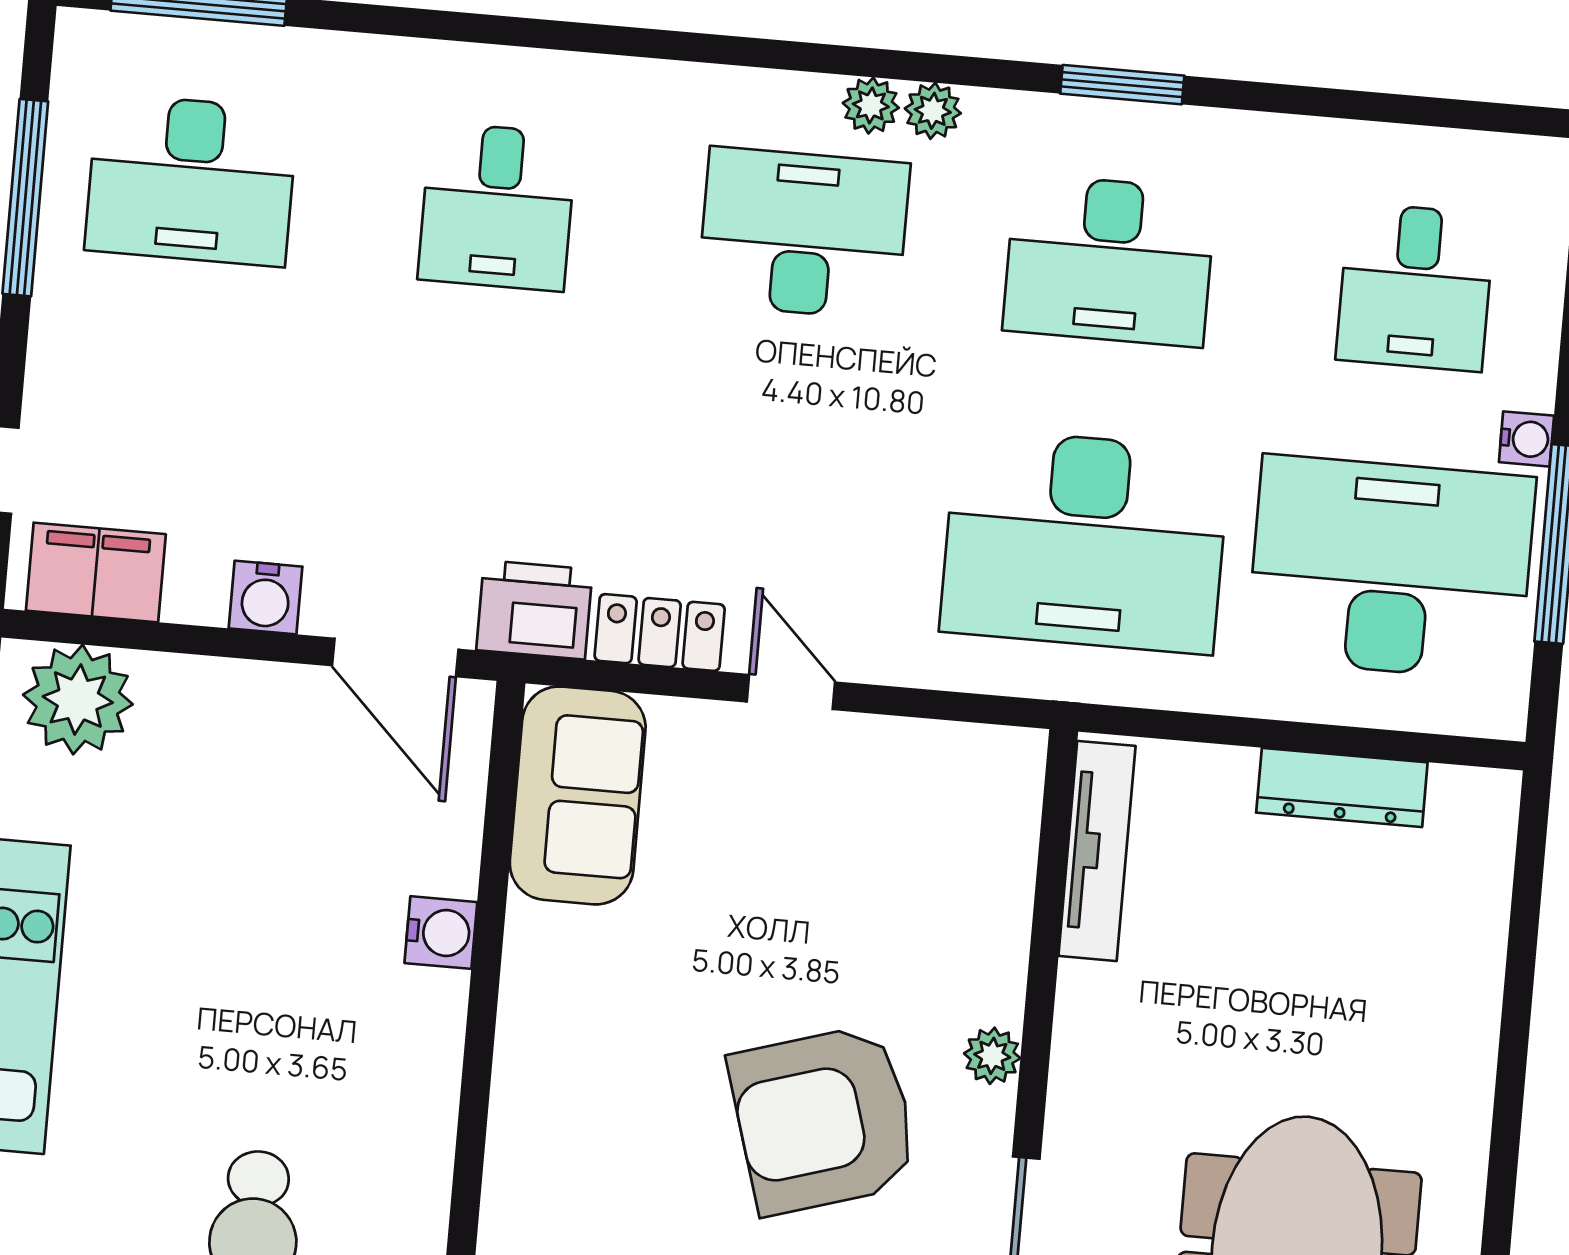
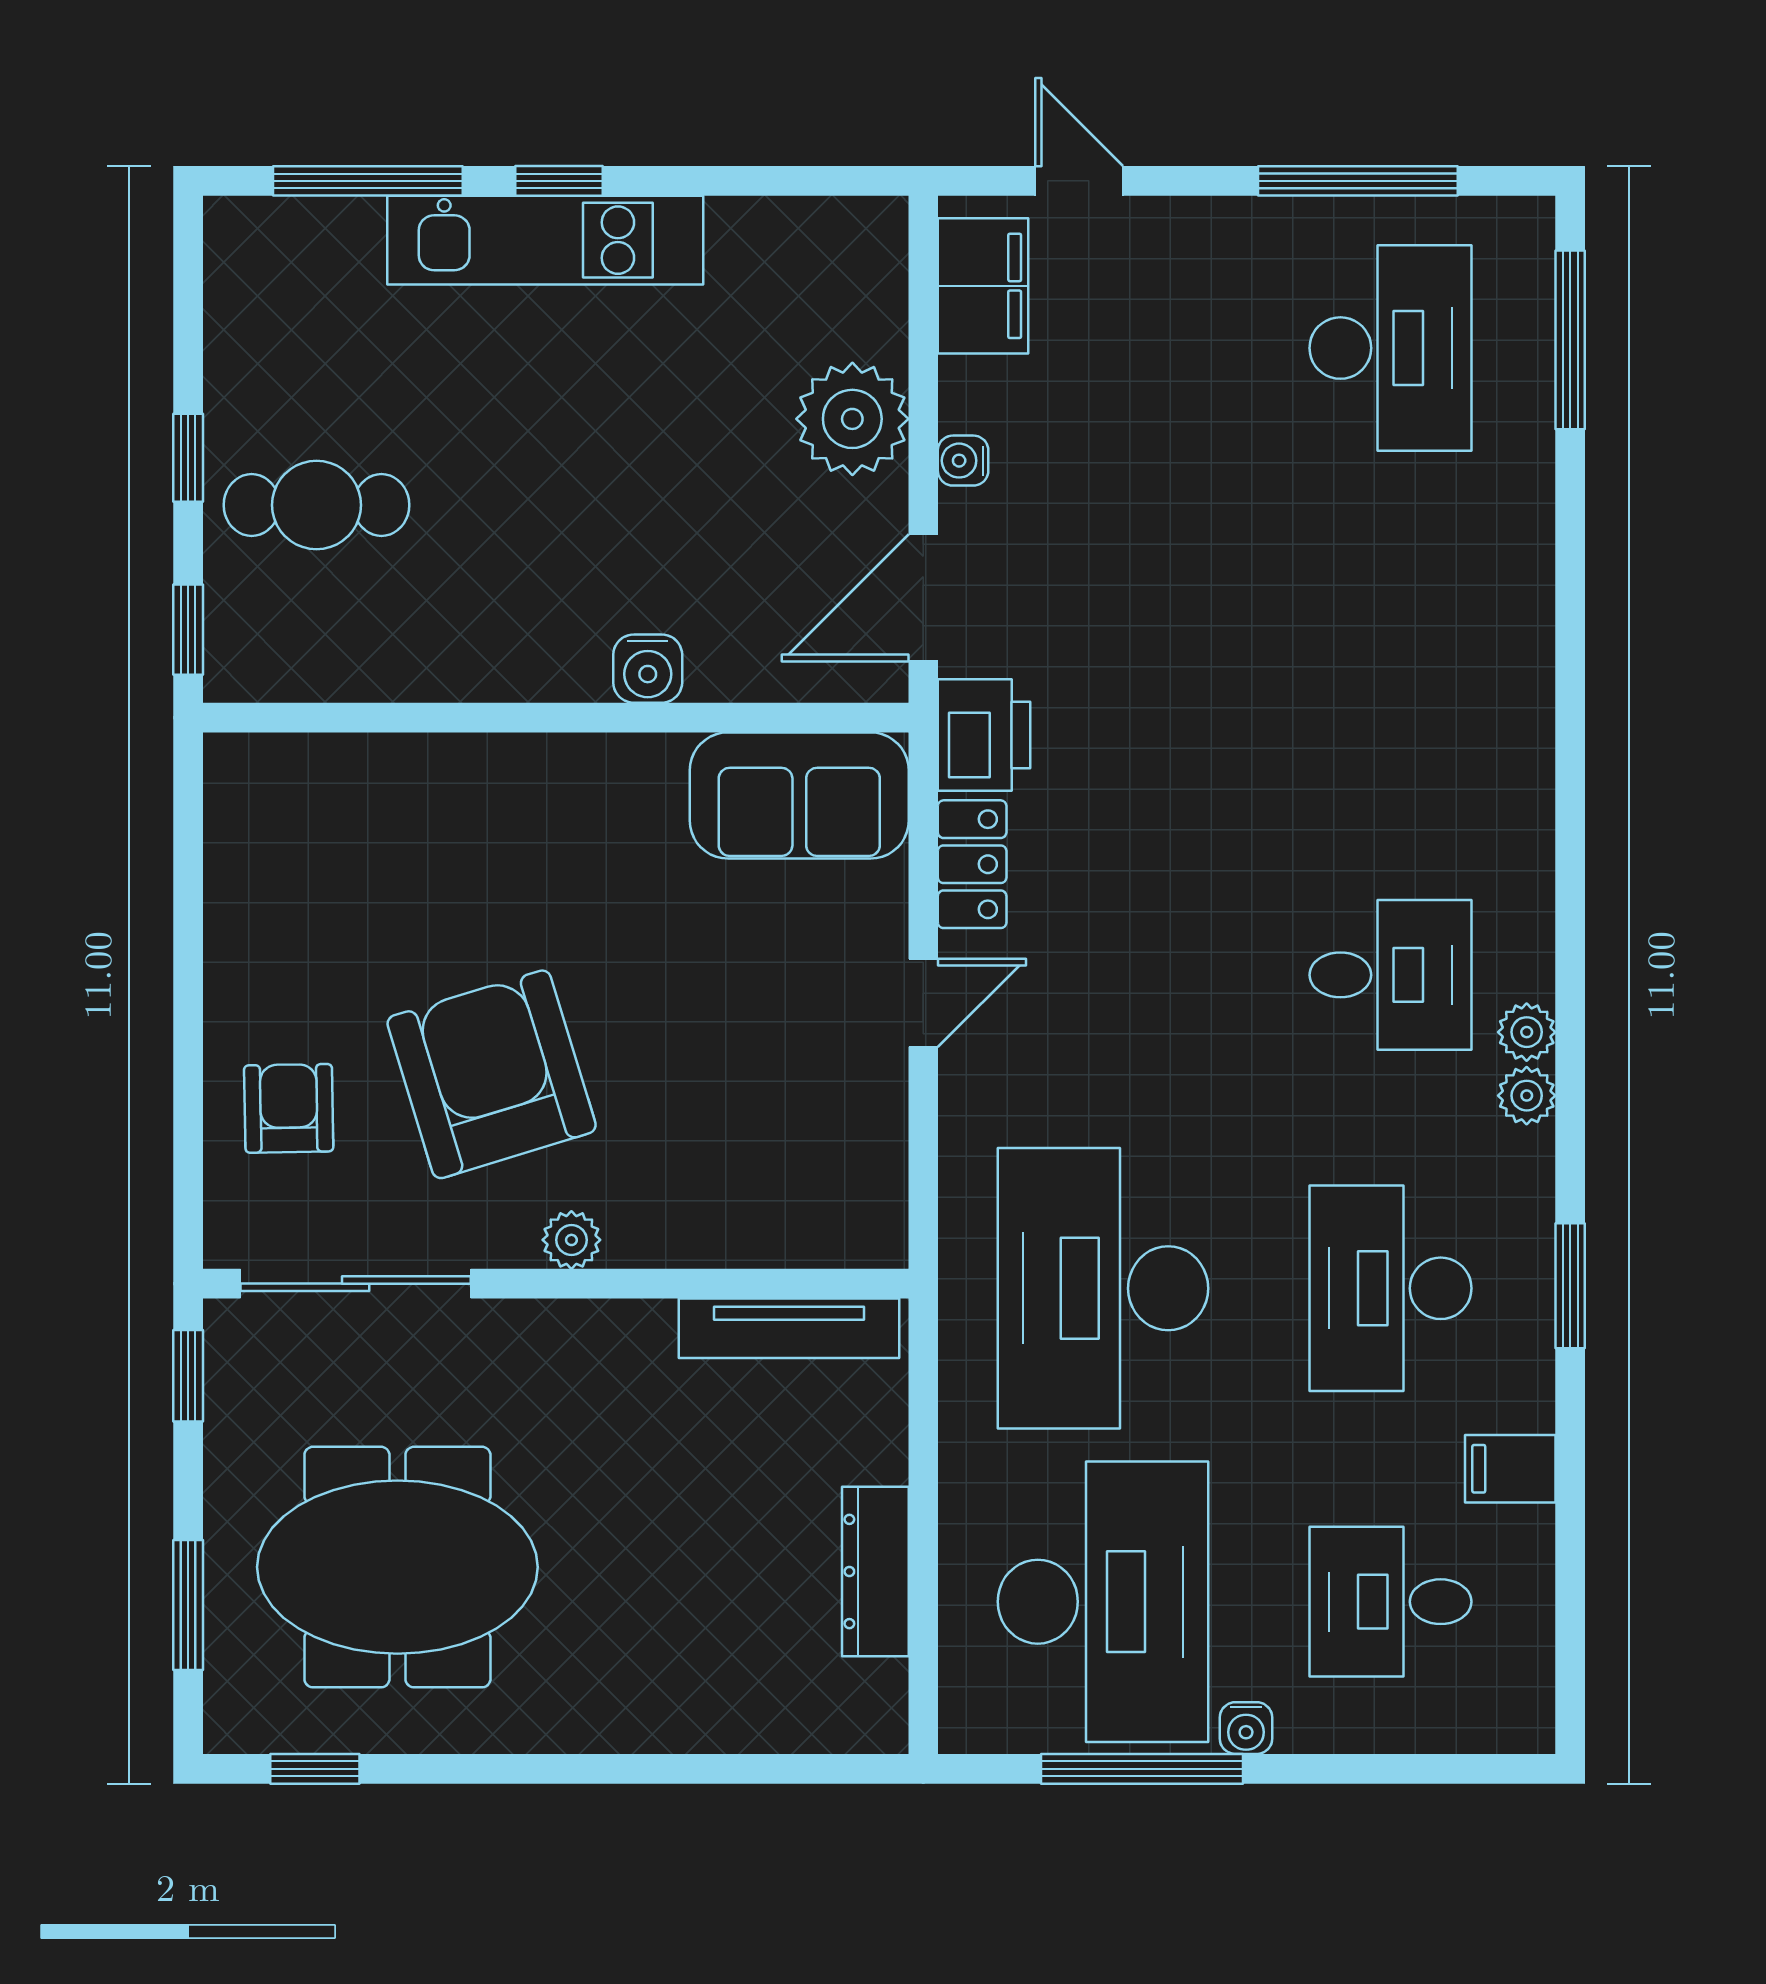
filing cabinet: (1296, 159) -> (1510, 1469), added
desk: (191, 180) -> (1390, 348), turned 180
desk: (497, 207) -> (1390, 661), removed
desk: (803, 233) -> (1390, 975), width x0.73
water cooler: (266, 597) -> (963, 461), width x0.72, depth x0.72
plant: (78, 700) -> (852, 419), moved

